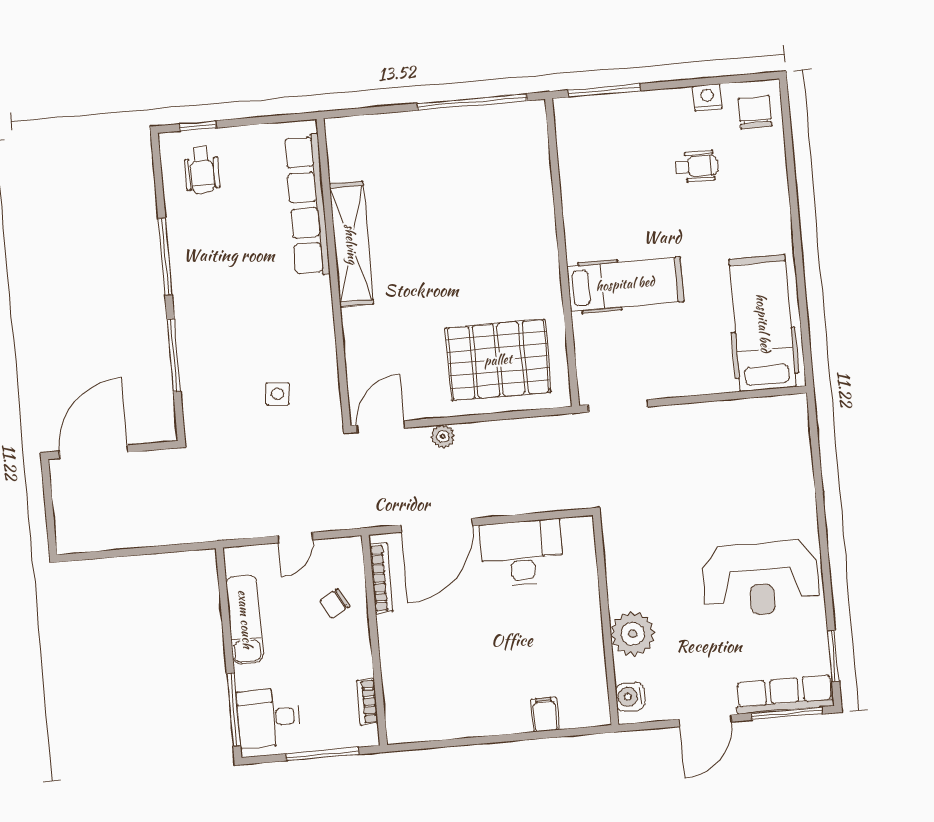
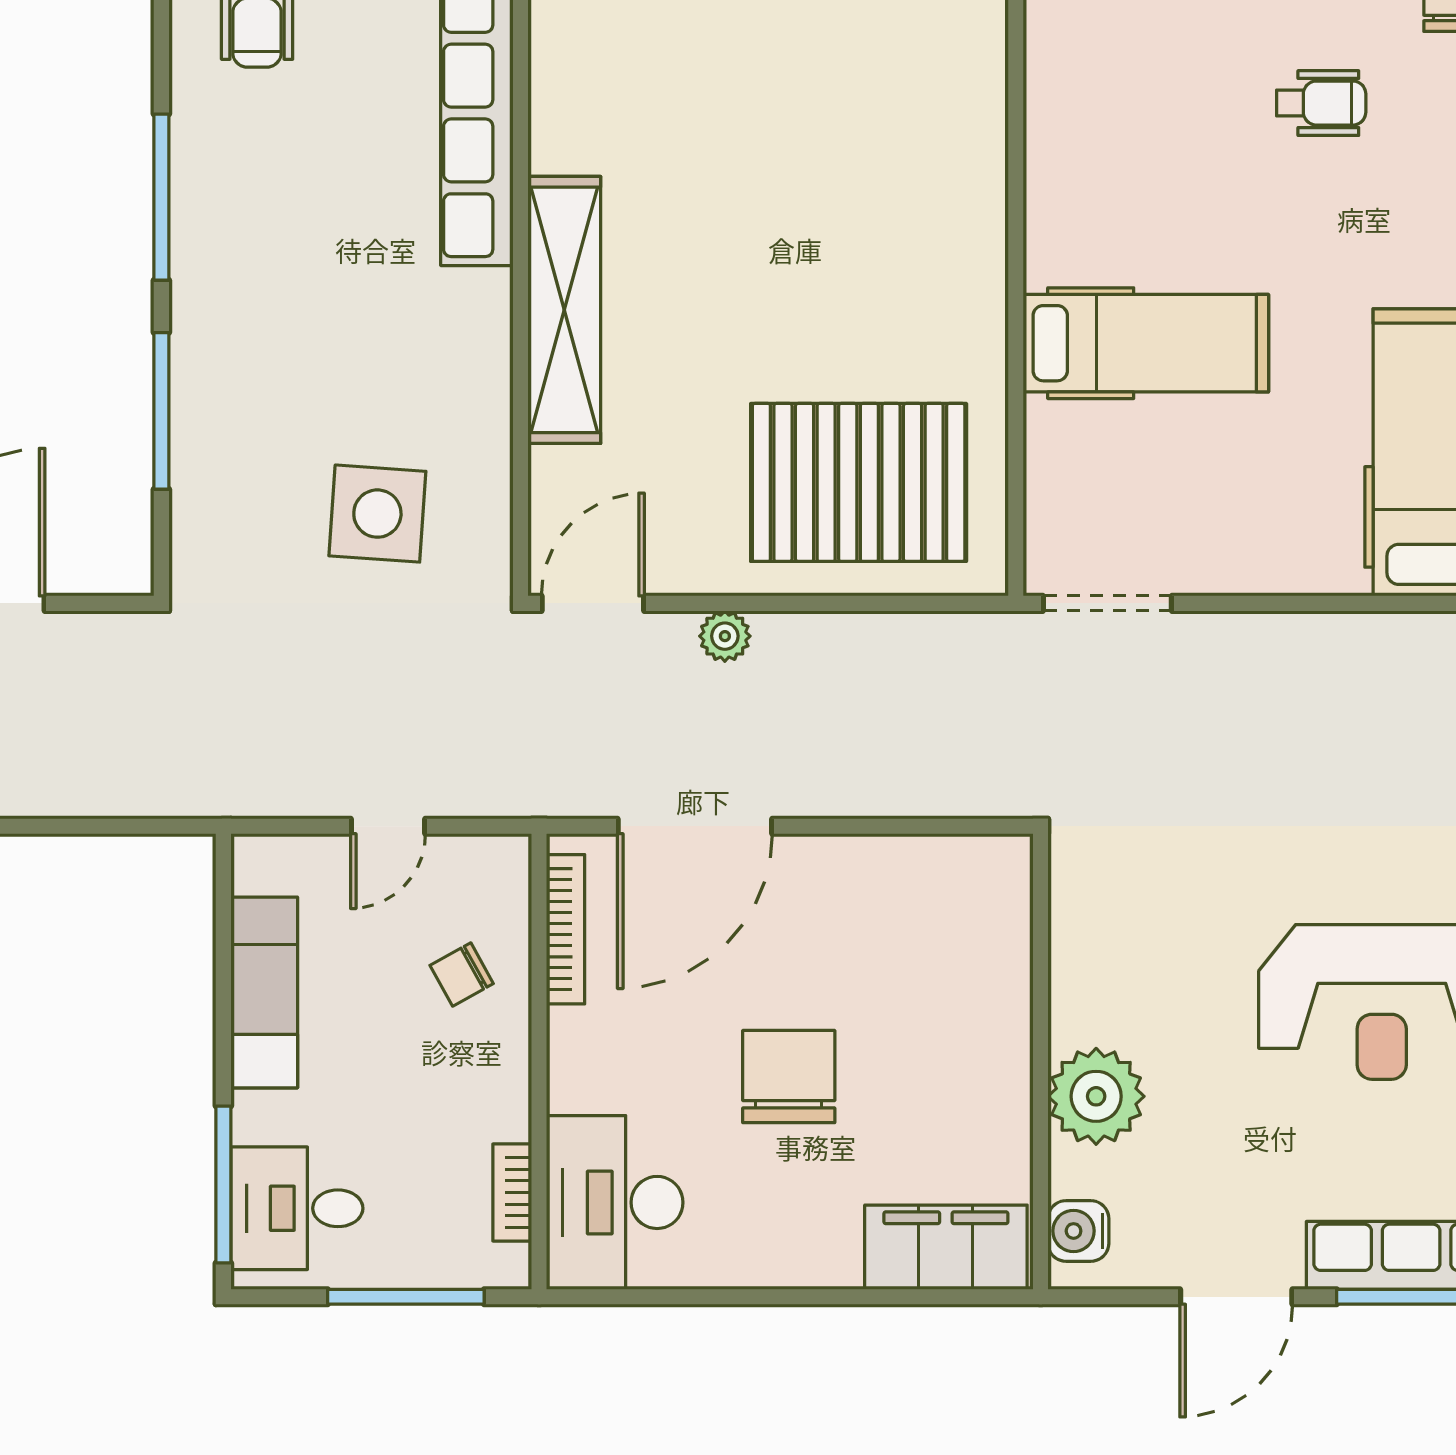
shelving: (351, 244) -> (564, 310), moved
side table: (278, 394) -> (377, 514), width x1.87, depth x1.87
desk: (522, 553) -> (615, 1202), moved, turned -90
chair: (490, 637) -> (789, 1077), added
filing cabinet: (545, 714) -> (946, 1247), width x3.00, depth x1.17

